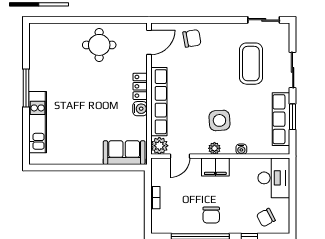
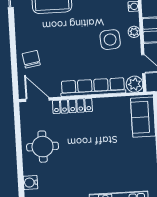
locker: (140, 86) -> (72, 106), width x1.53
water cooler: (140, 109) -> (30, 183), moved, turned -90
side table: (219, 120) -> (110, 40), moved

